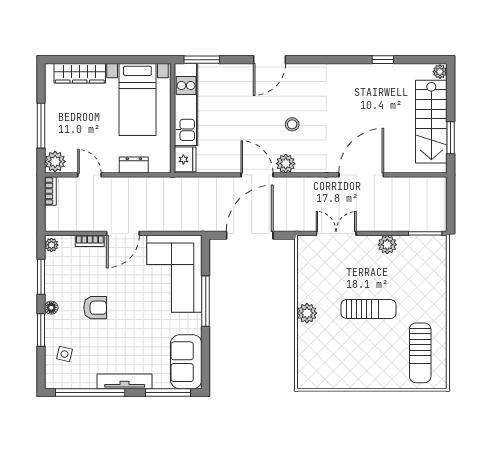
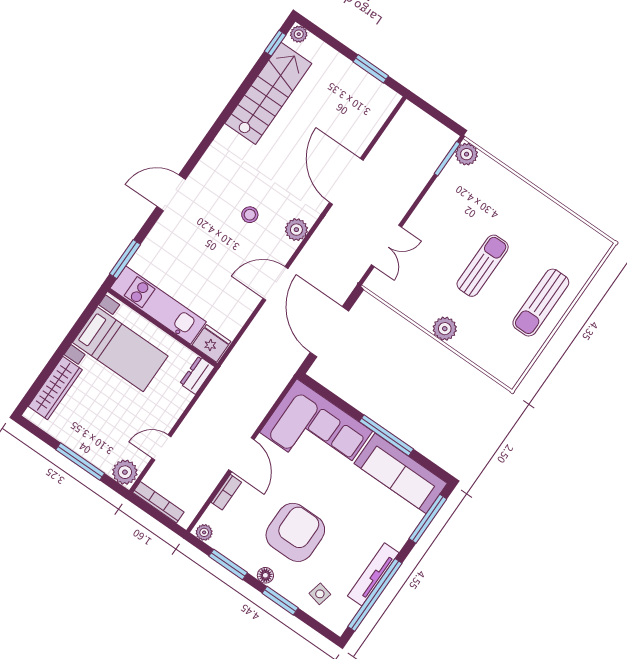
door: (269, 60) -> (171, 193), swing flipped
window: (383, 60) -> (275, 43), moved
stairs: (431, 122) -> (268, 93), moved, turned -90
plant: (286, 164) -> (296, 230), moved
dresser: (134, 165) -> (197, 375), moved
bookcase: (50, 191) -> (158, 502), width x1.56
double door: (336, 233) -> (386, 246), swing flipped
plant: (387, 245) -> (467, 154), moved
window: (206, 301) -> (386, 435), moved
armchair: (95, 308) -> (295, 532), width x1.88, depth x1.88
sun lounger: (420, 353) -> (541, 303), moved, turned 90
sofa: (186, 362) -> (401, 473), width x1.36
tv unit: (125, 381) -> (373, 574), moved

